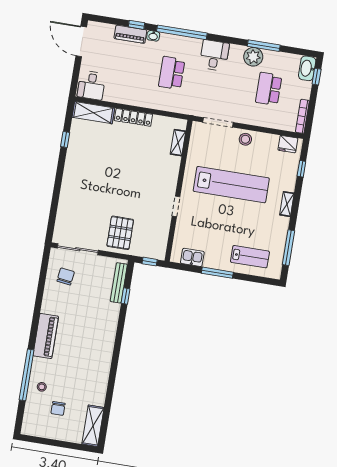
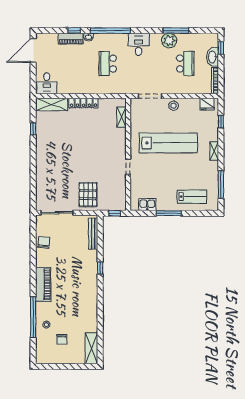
door: (81, 41) -> (33, 50), hinge flipped
washbasin: (307, 68) -> (213, 57), moved
school desk: (269, 89) -> (185, 64), turned 180
chair: (66, 276) -> (44, 242), moved
window: (125, 296) -> (100, 268), moved

